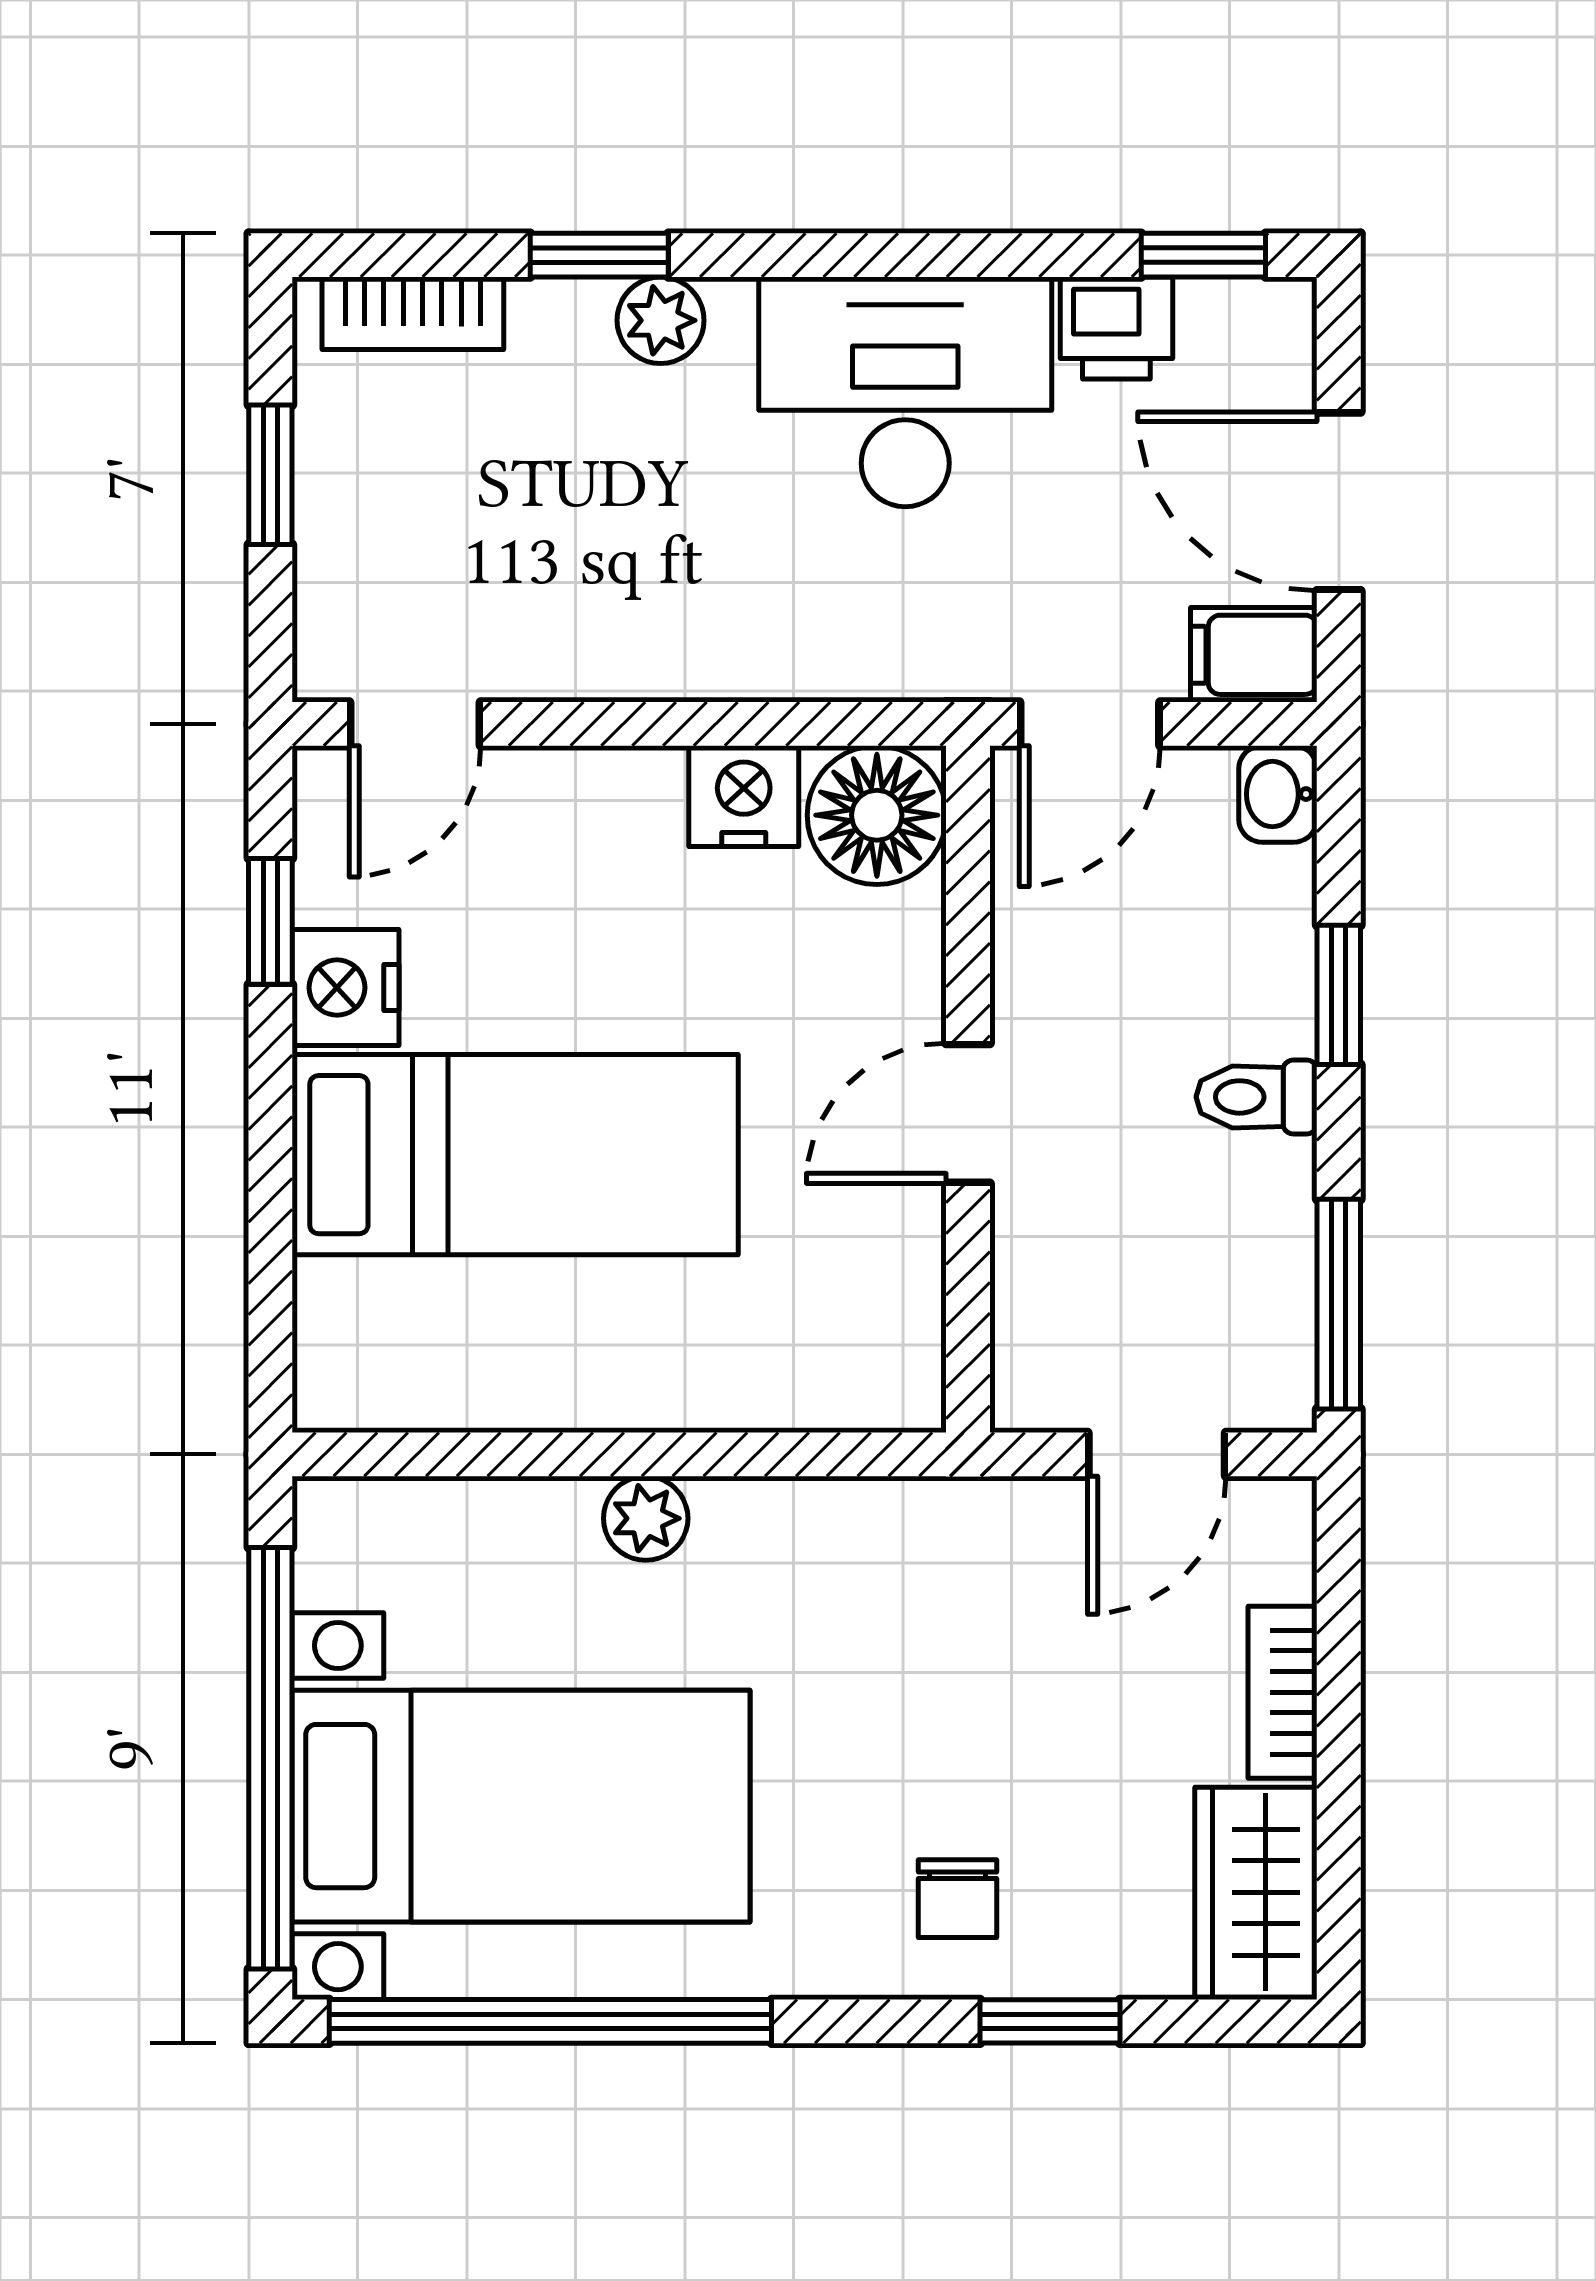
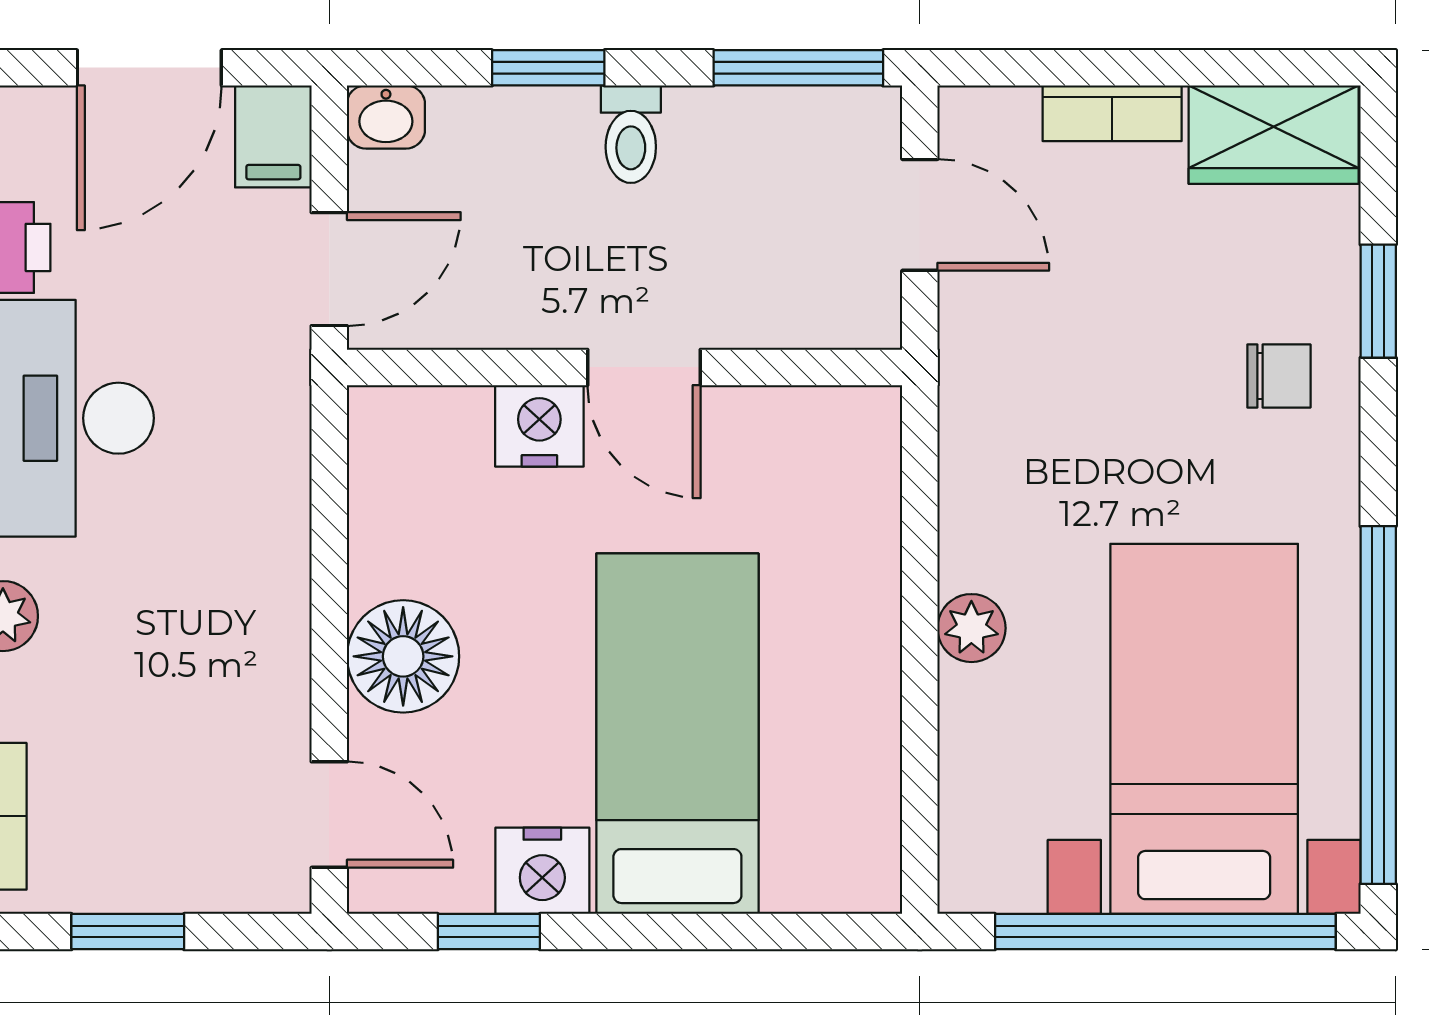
door: (1090, 724) -> (329, 269), hinge flipped
nightstand: (744, 796) -> (539, 426), moved, turned 90
floor lamp: (877, 815) -> (403, 656), moved

